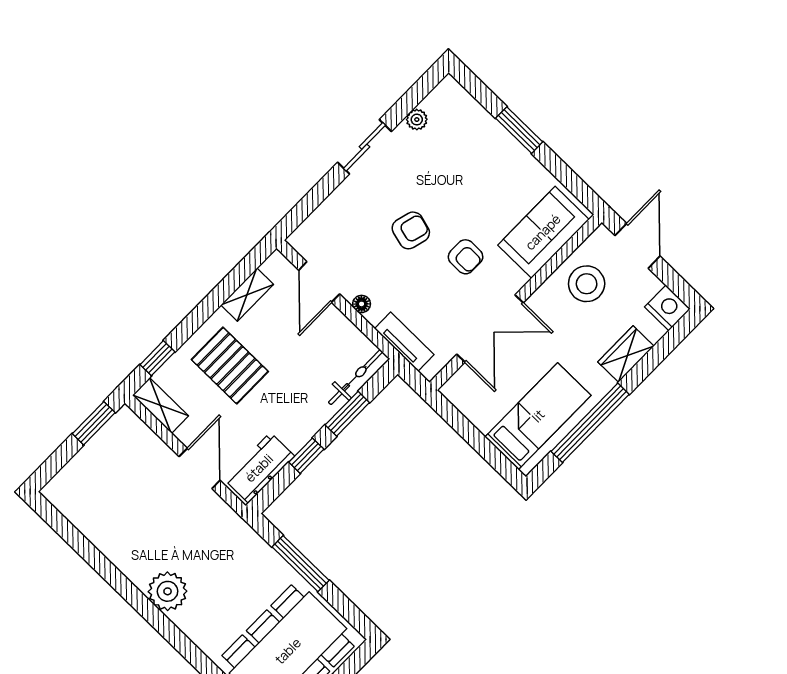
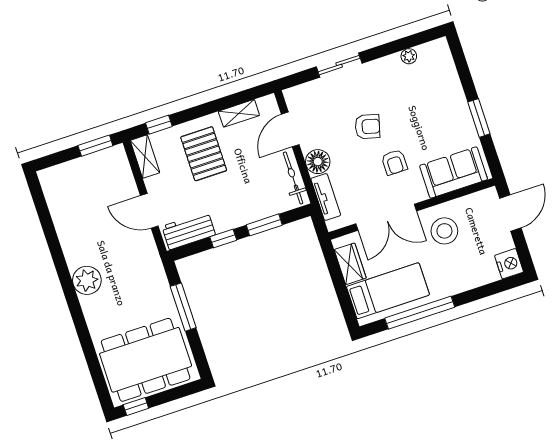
window: (519, 130) -> (479, 118), moved
sliding door: (364, 147) -> (339, 65), moved
stool: (587, 284) -> (444, 231), moved
floor lamp: (362, 304) -> (318, 162), width x1.89, depth x1.89
wardrobe: (626, 354) -> (350, 264), moved, turned 90
bicycle: (356, 377) -> (293, 178), moved, turned -90
door: (200, 468) -> (149, 211), swing flipped

